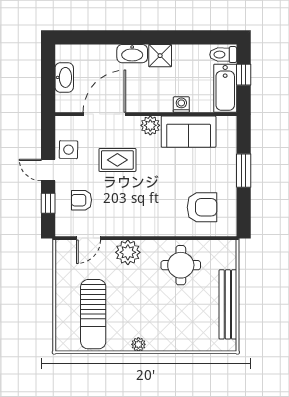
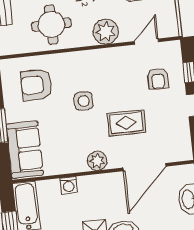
sofa: (189, 132) -> (25, 150), moved, turned 90
side table: (68, 150) -> (84, 101), moved
armchair: (81, 200) -> (158, 79), turned 90

